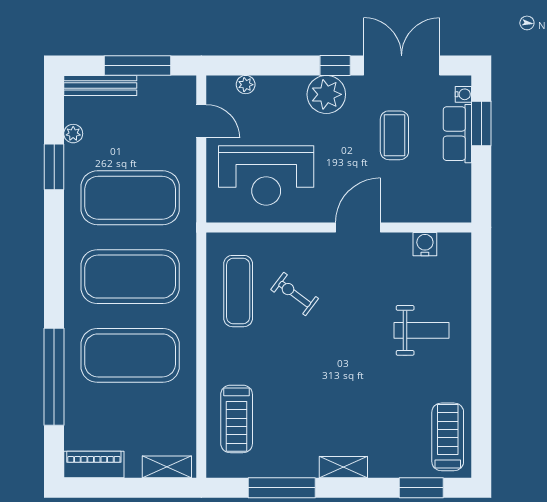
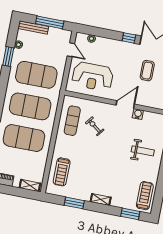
plant: (326, 94) -> (123, 49), removed
water cooler: (425, 244) -> (138, 114), moved
window: (282, 488) -> (74, 203), width x0.69

